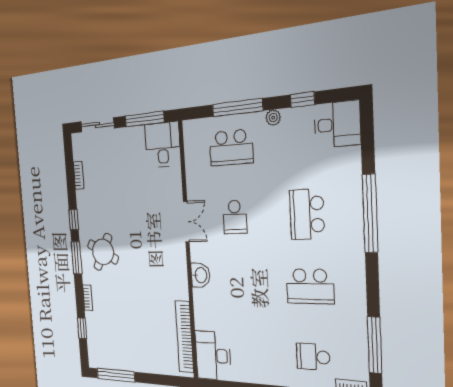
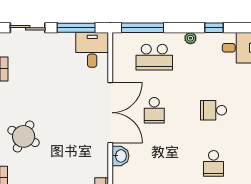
window: (237, 108) -> (142, 28), moved
school desk: (307, 214) -> (214, 110), width x0.54
double door: (186, 222) -> (110, 113), width x1.87
school desk: (310, 286) -> (214, 163), width x0.54

